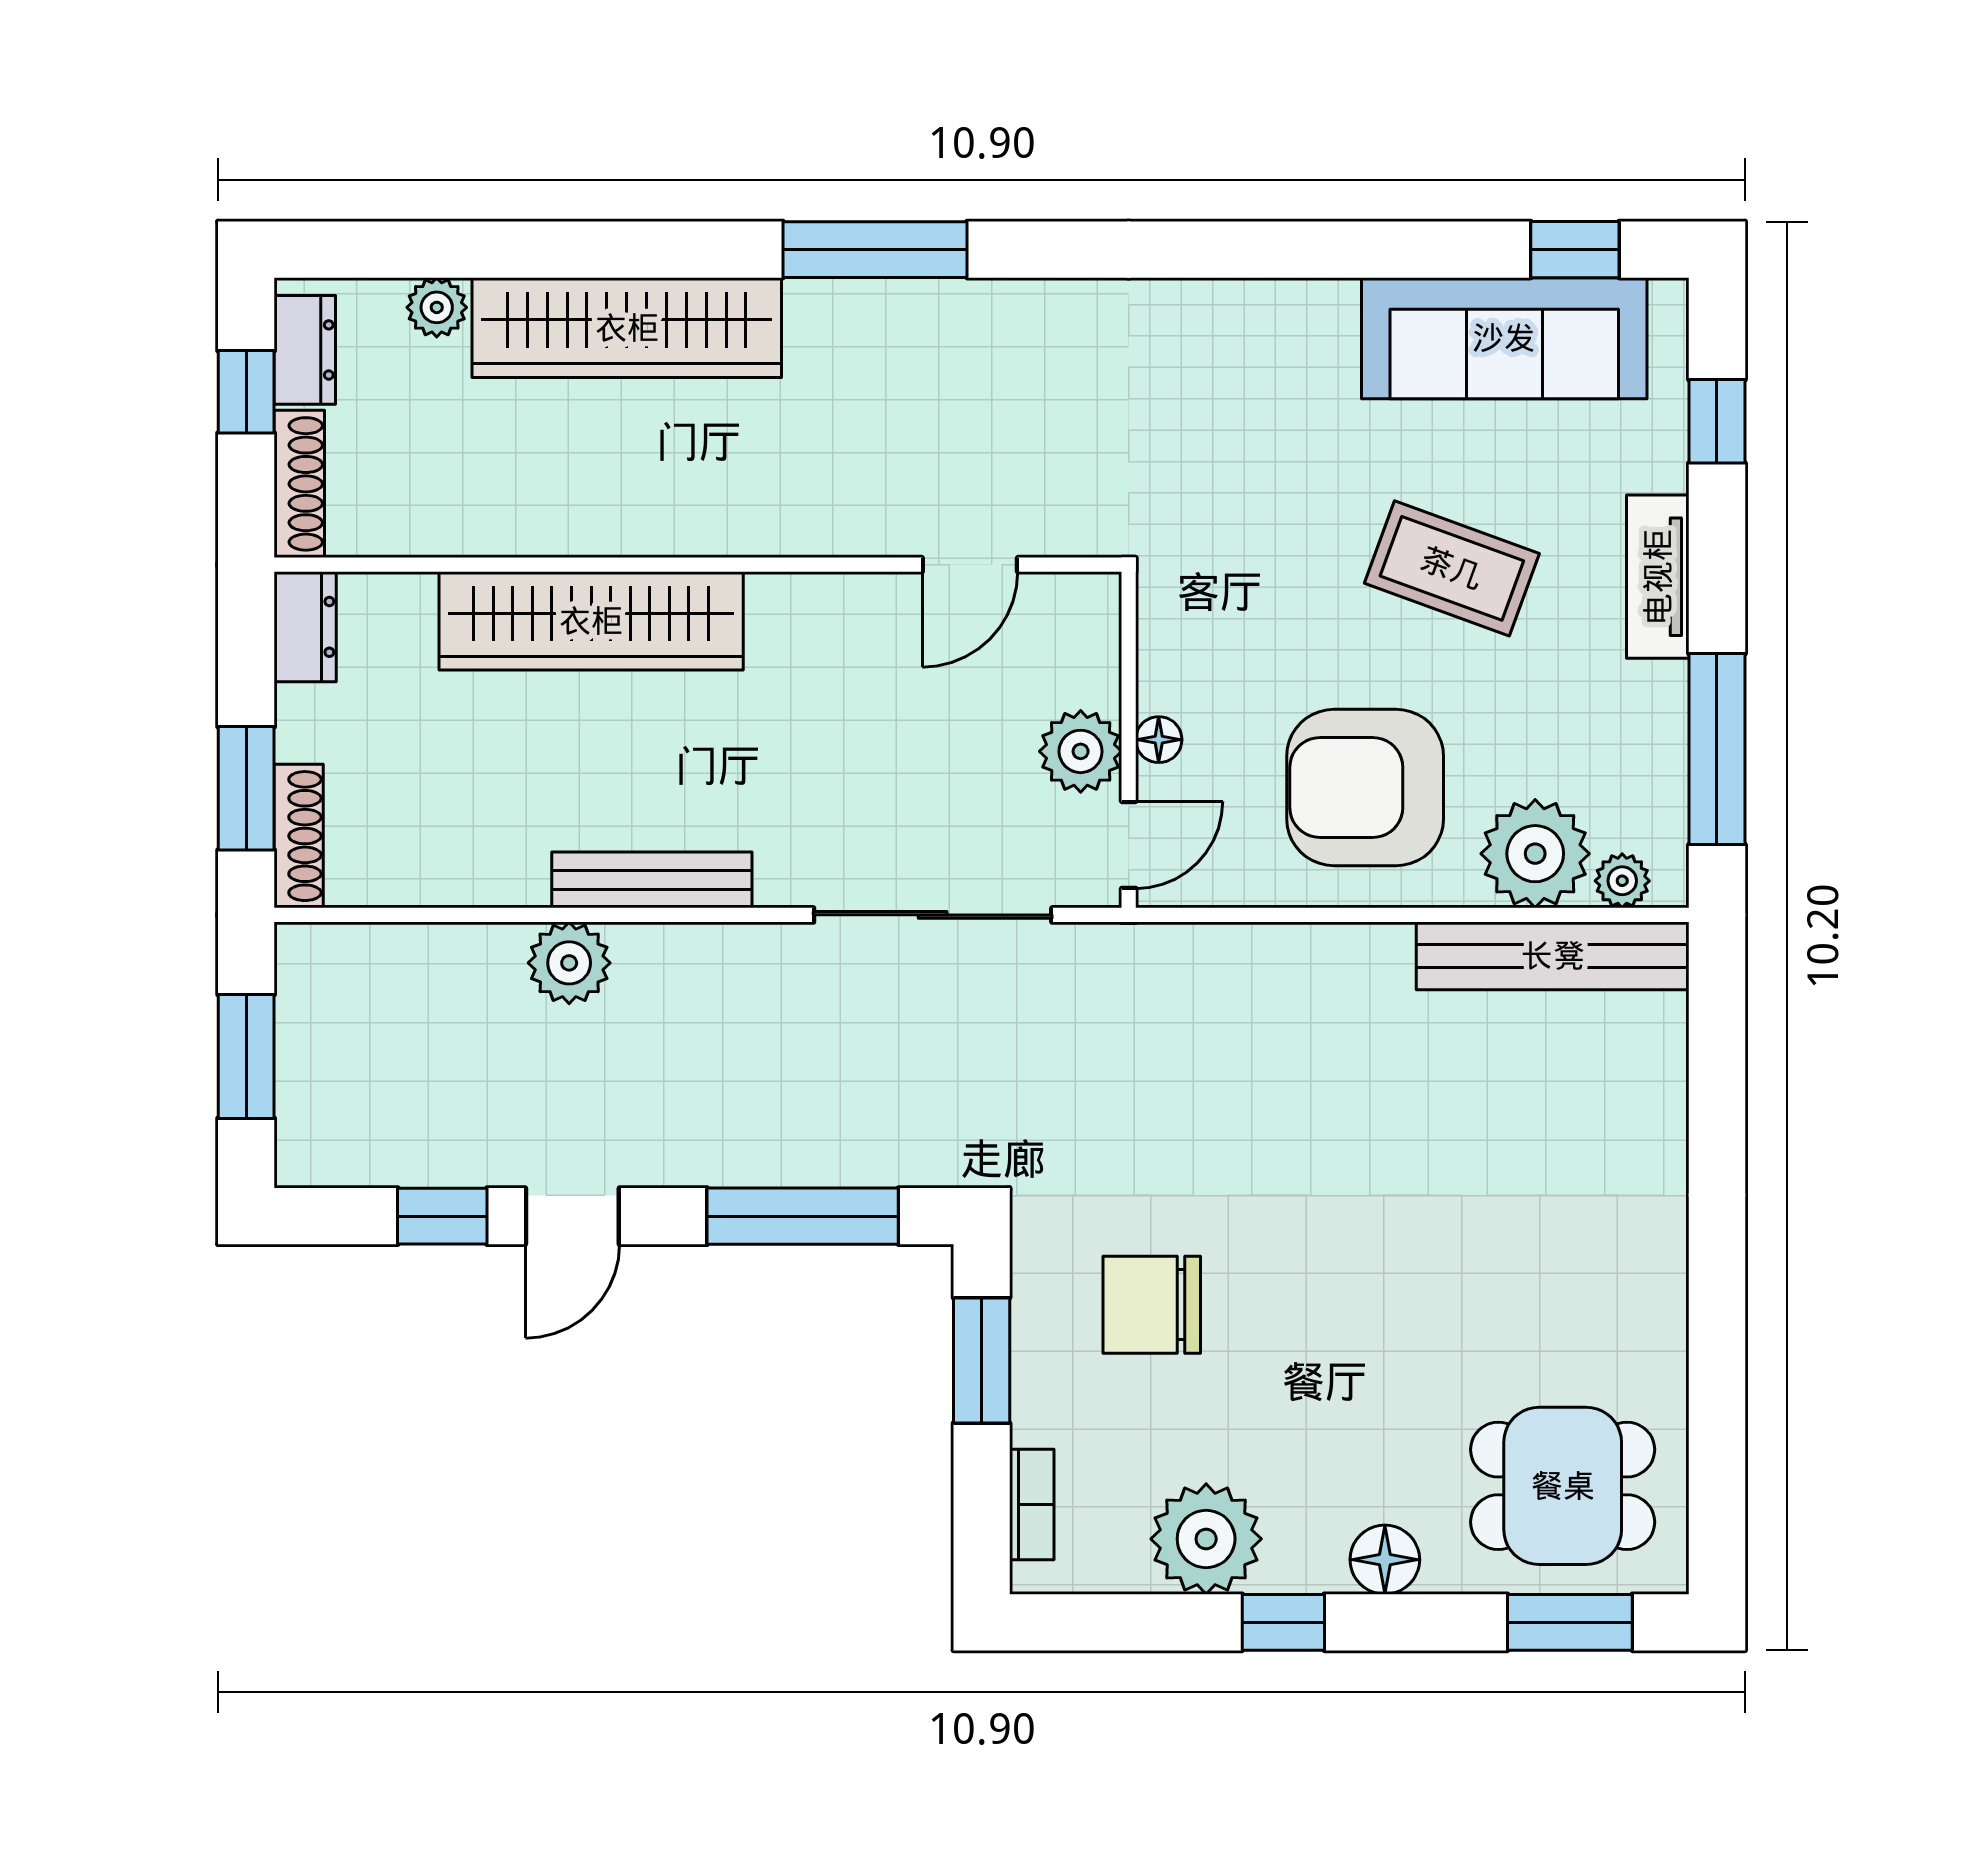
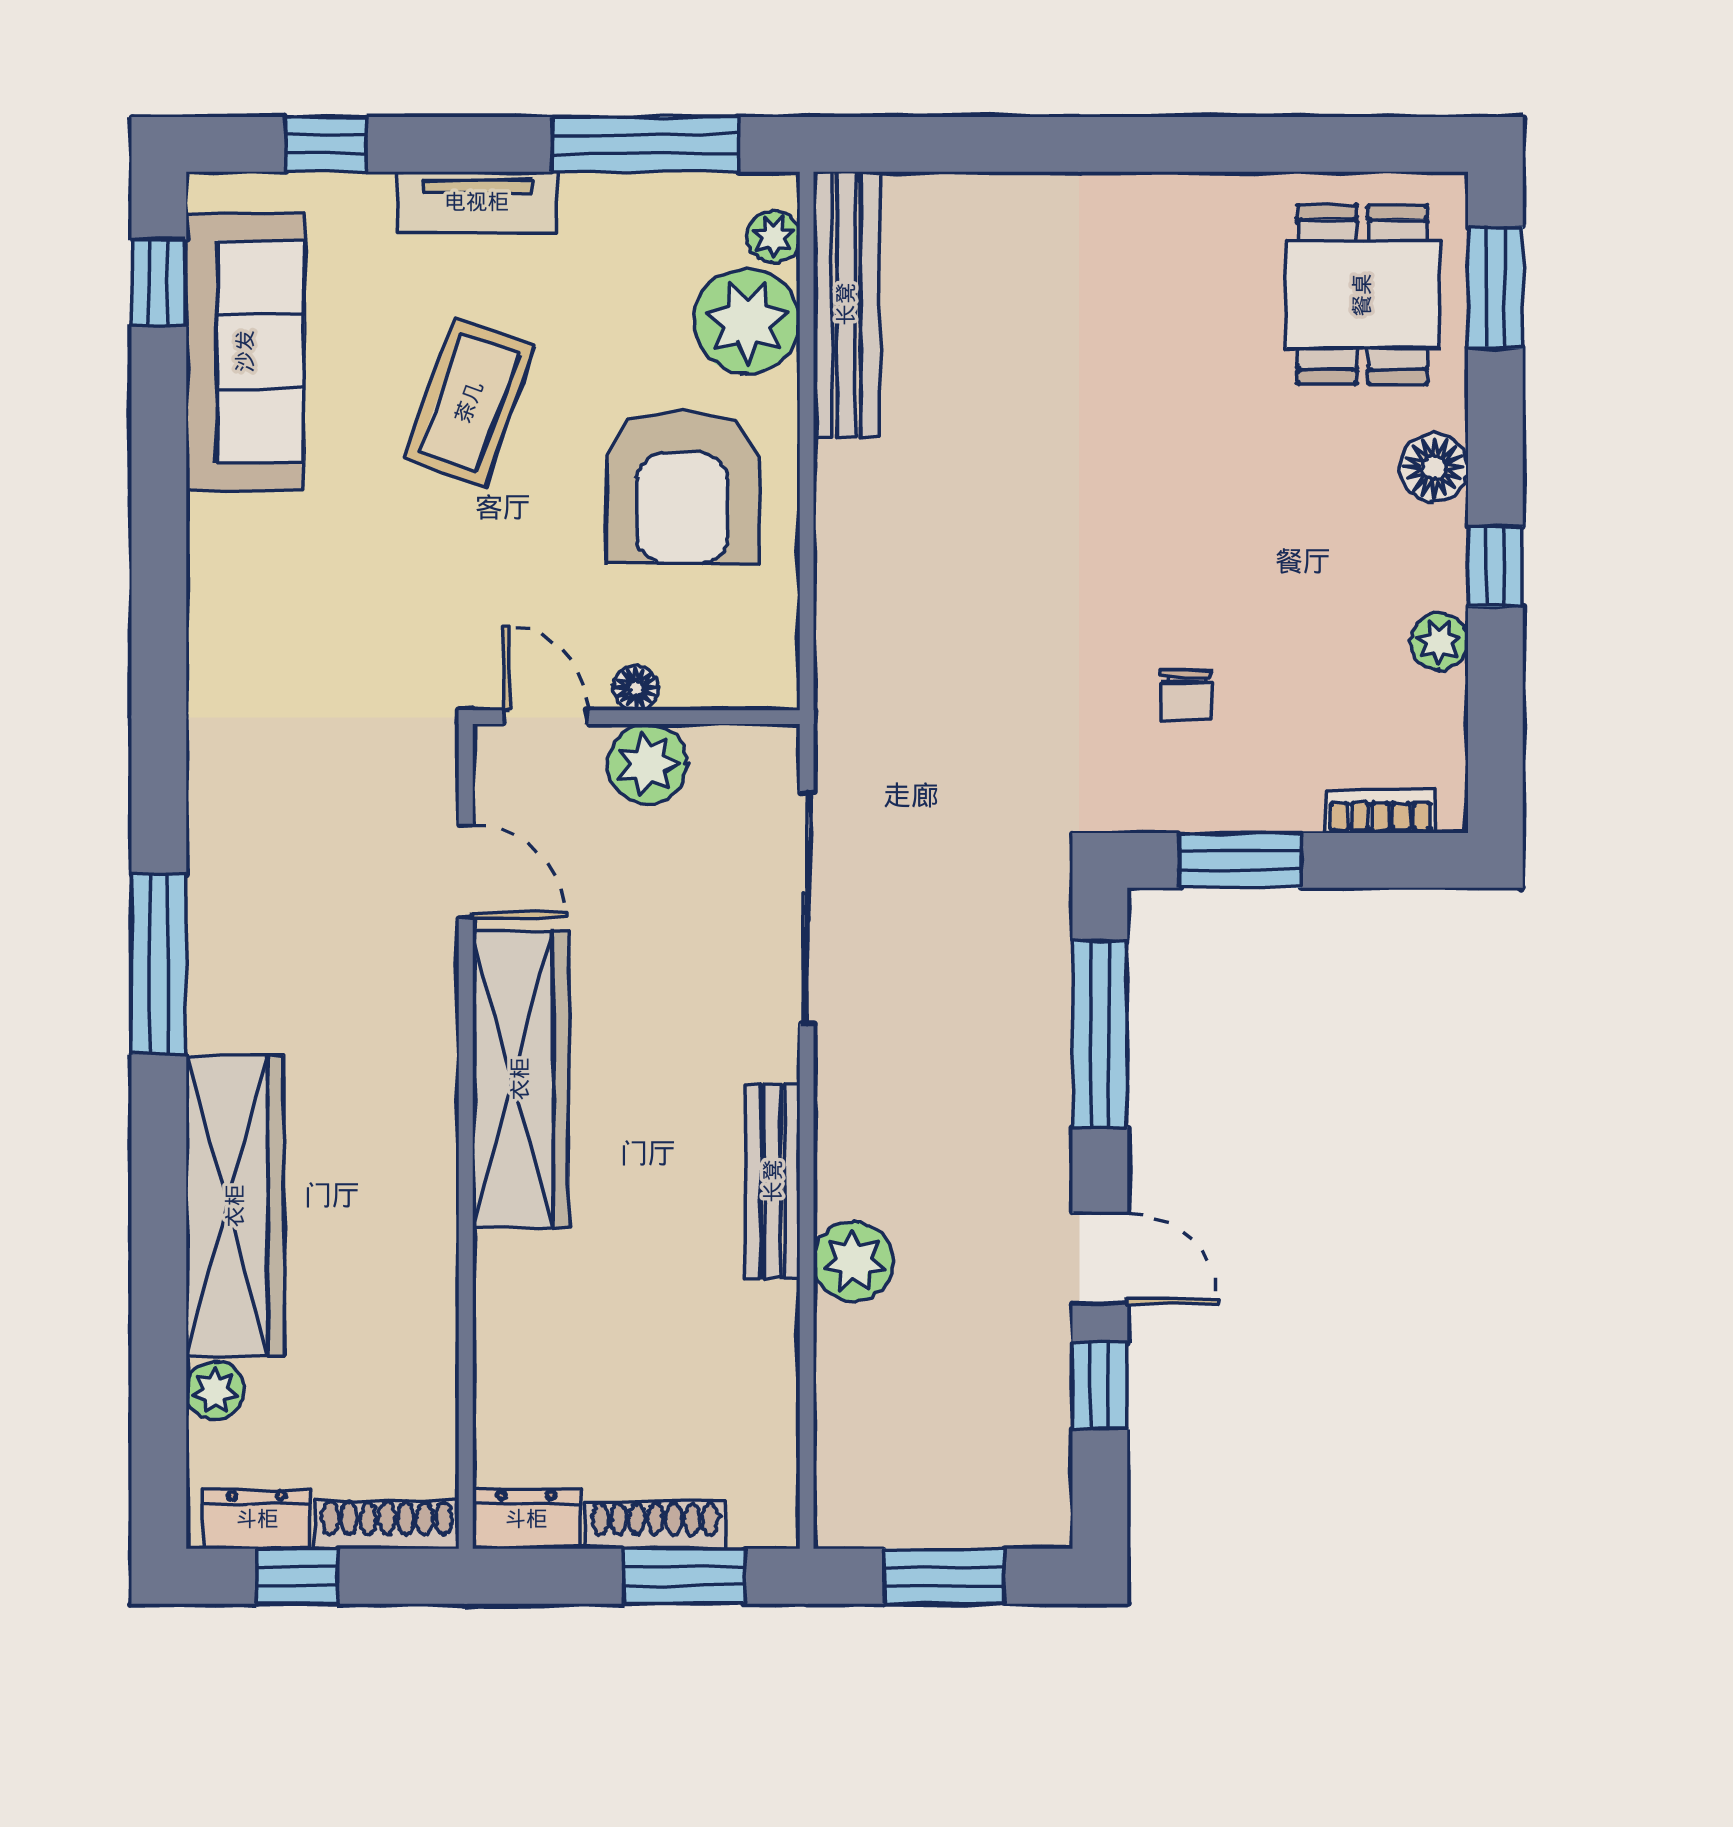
wardrobe: (591, 621) -> (520, 1079), moved
shoe rack: (299, 836) -> (655, 1525), moved
door: (1129, 845) -> (546, 717), moved
chair: (1152, 1305) -> (1186, 695), width x0.54, depth x0.54
plant: (1206, 1539) -> (1439, 642), width x0.53, depth x0.53

